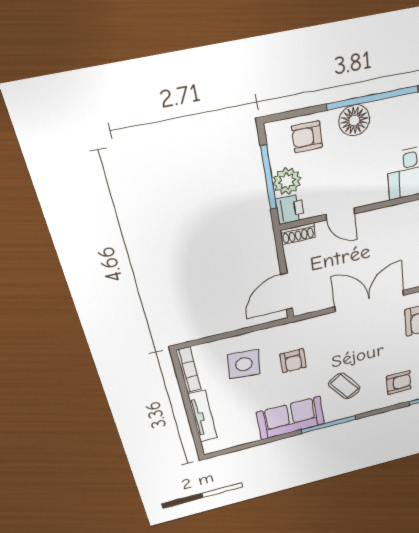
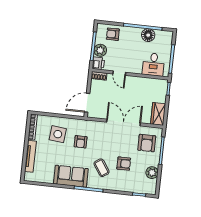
floor lamp: (354, 120) -> (148, 35), moved
armchair: (399, 383) -> (124, 164), moved

